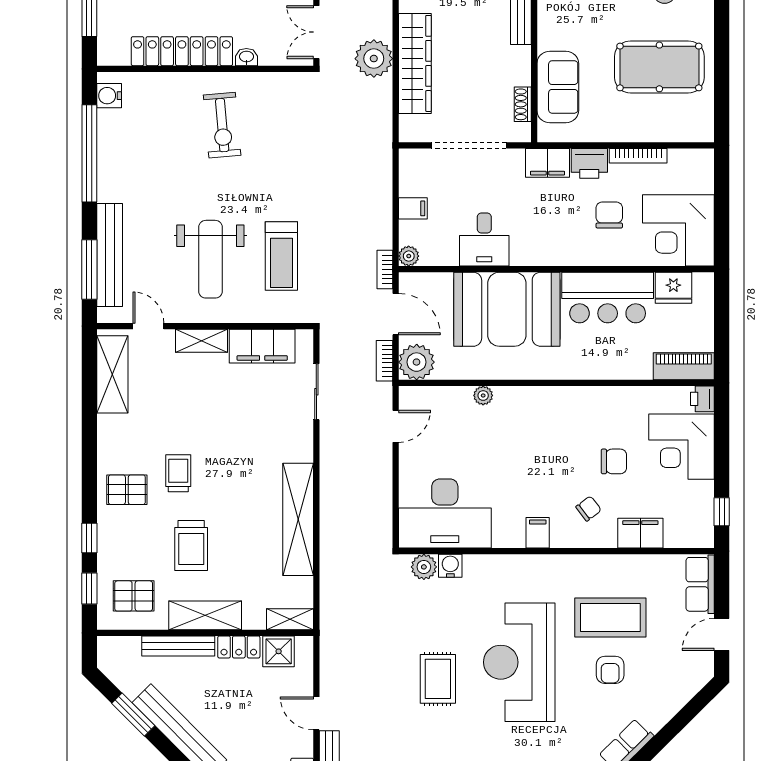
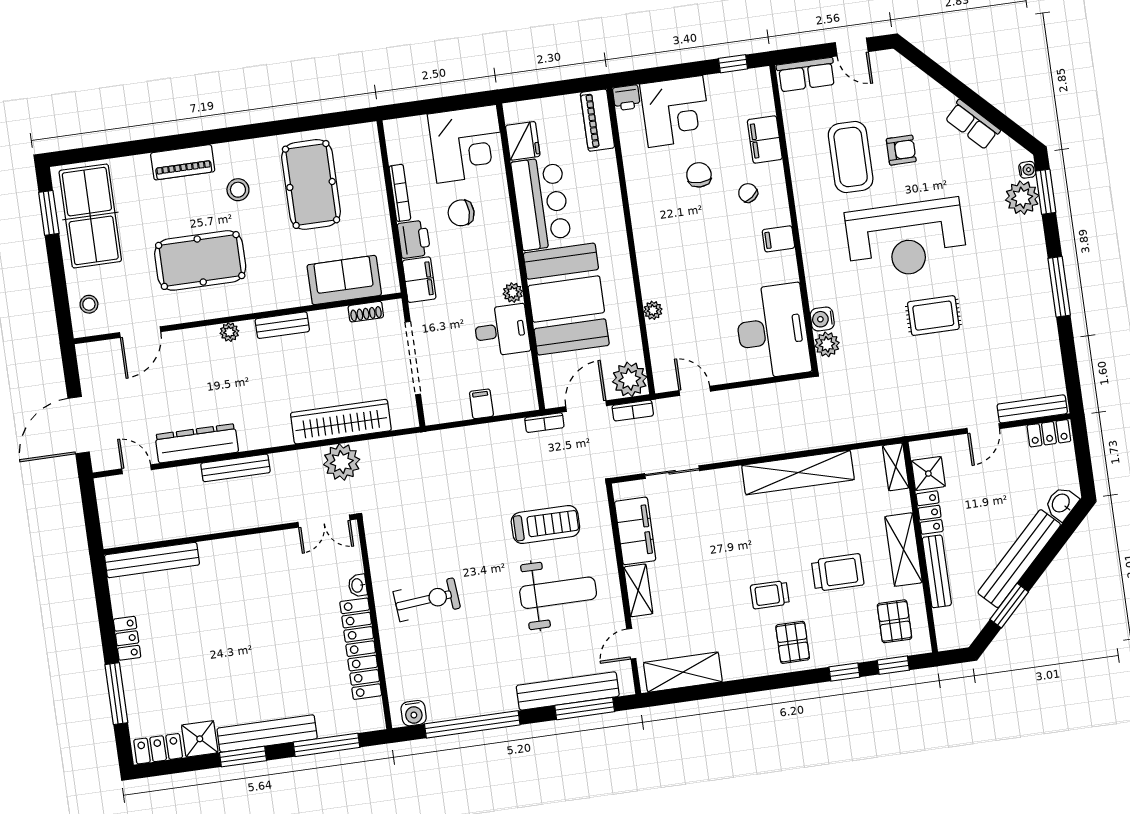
plant: (409, 256) -> (513, 293), moved

